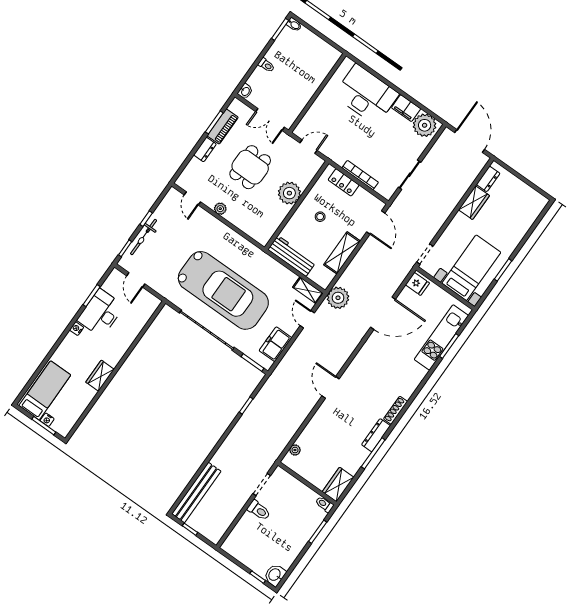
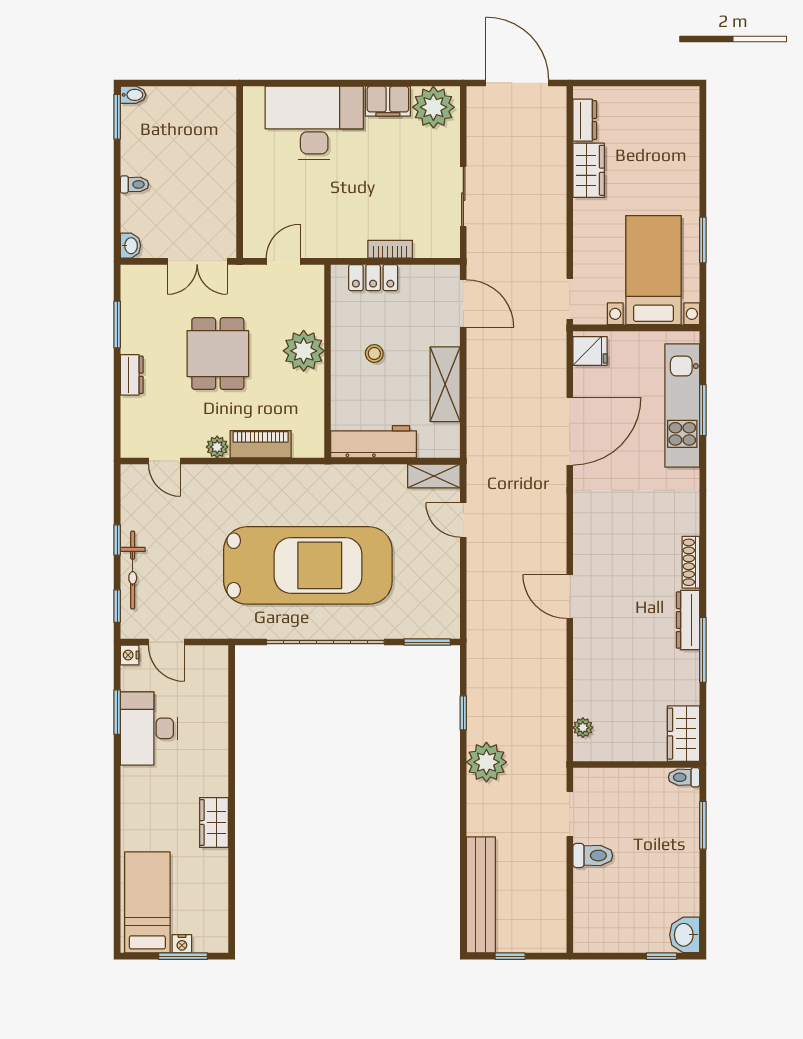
piano: (223, 126) -> (261, 444), moved, turned -90
bookcase: (360, 175) -> (390, 249), width x0.64
plant: (338, 298) -> (486, 762), moved
nightstand: (77, 329) -> (130, 655), moved
freezer: (275, 344) -> (442, 591), removed

